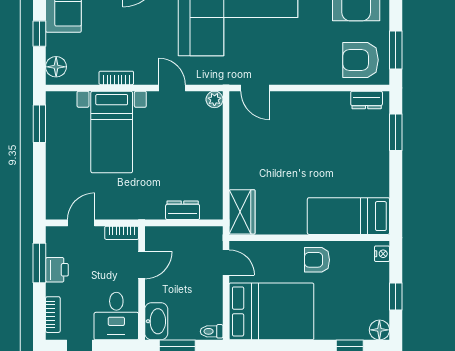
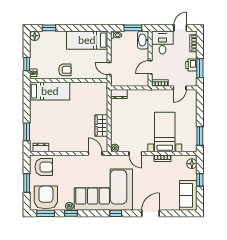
window: (396, 50) -> (27, 183), moved
dresser: (183, 210) -> (119, 94), moved
wardrobe: (242, 212) -> (101, 126), moved
window: (396, 296) -> (27, 64), moved
bed: (271, 311) -> (87, 40), width x0.67

